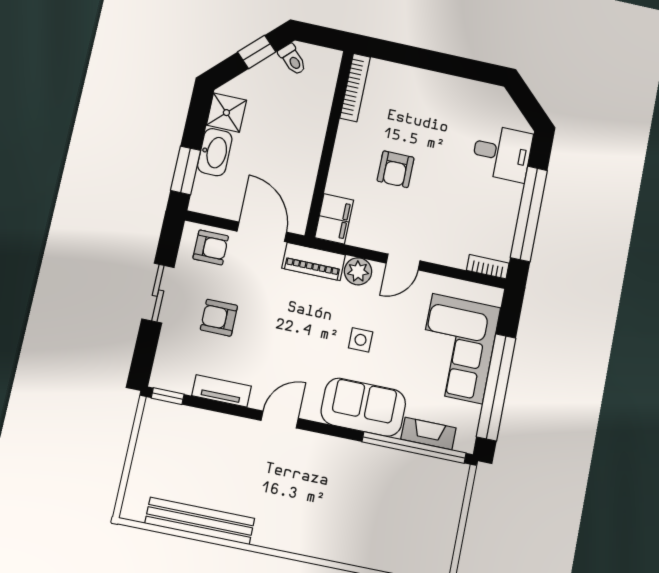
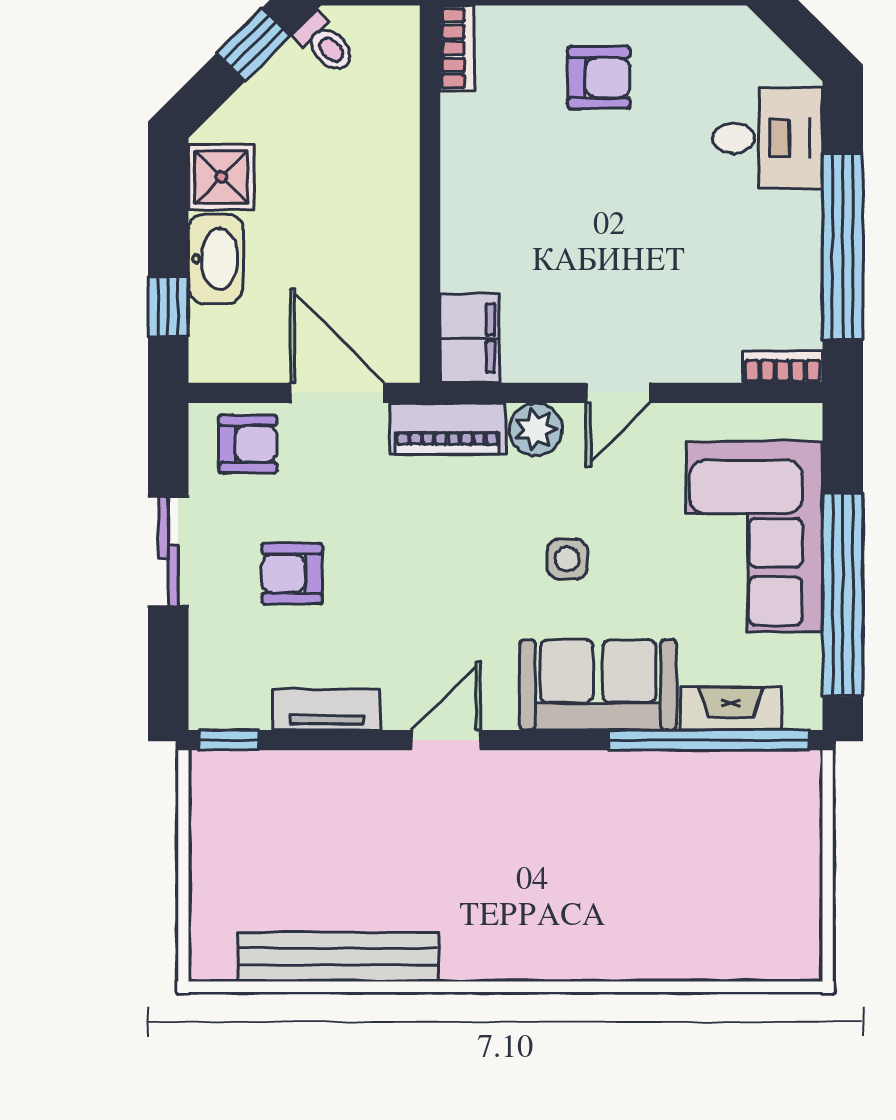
bookcase: (355, 88) -> (457, 48), width x0.64
armchair: (396, 169) -> (599, 78), moved, turned -90
window: (186, 170) -> (168, 306), width x0.67

